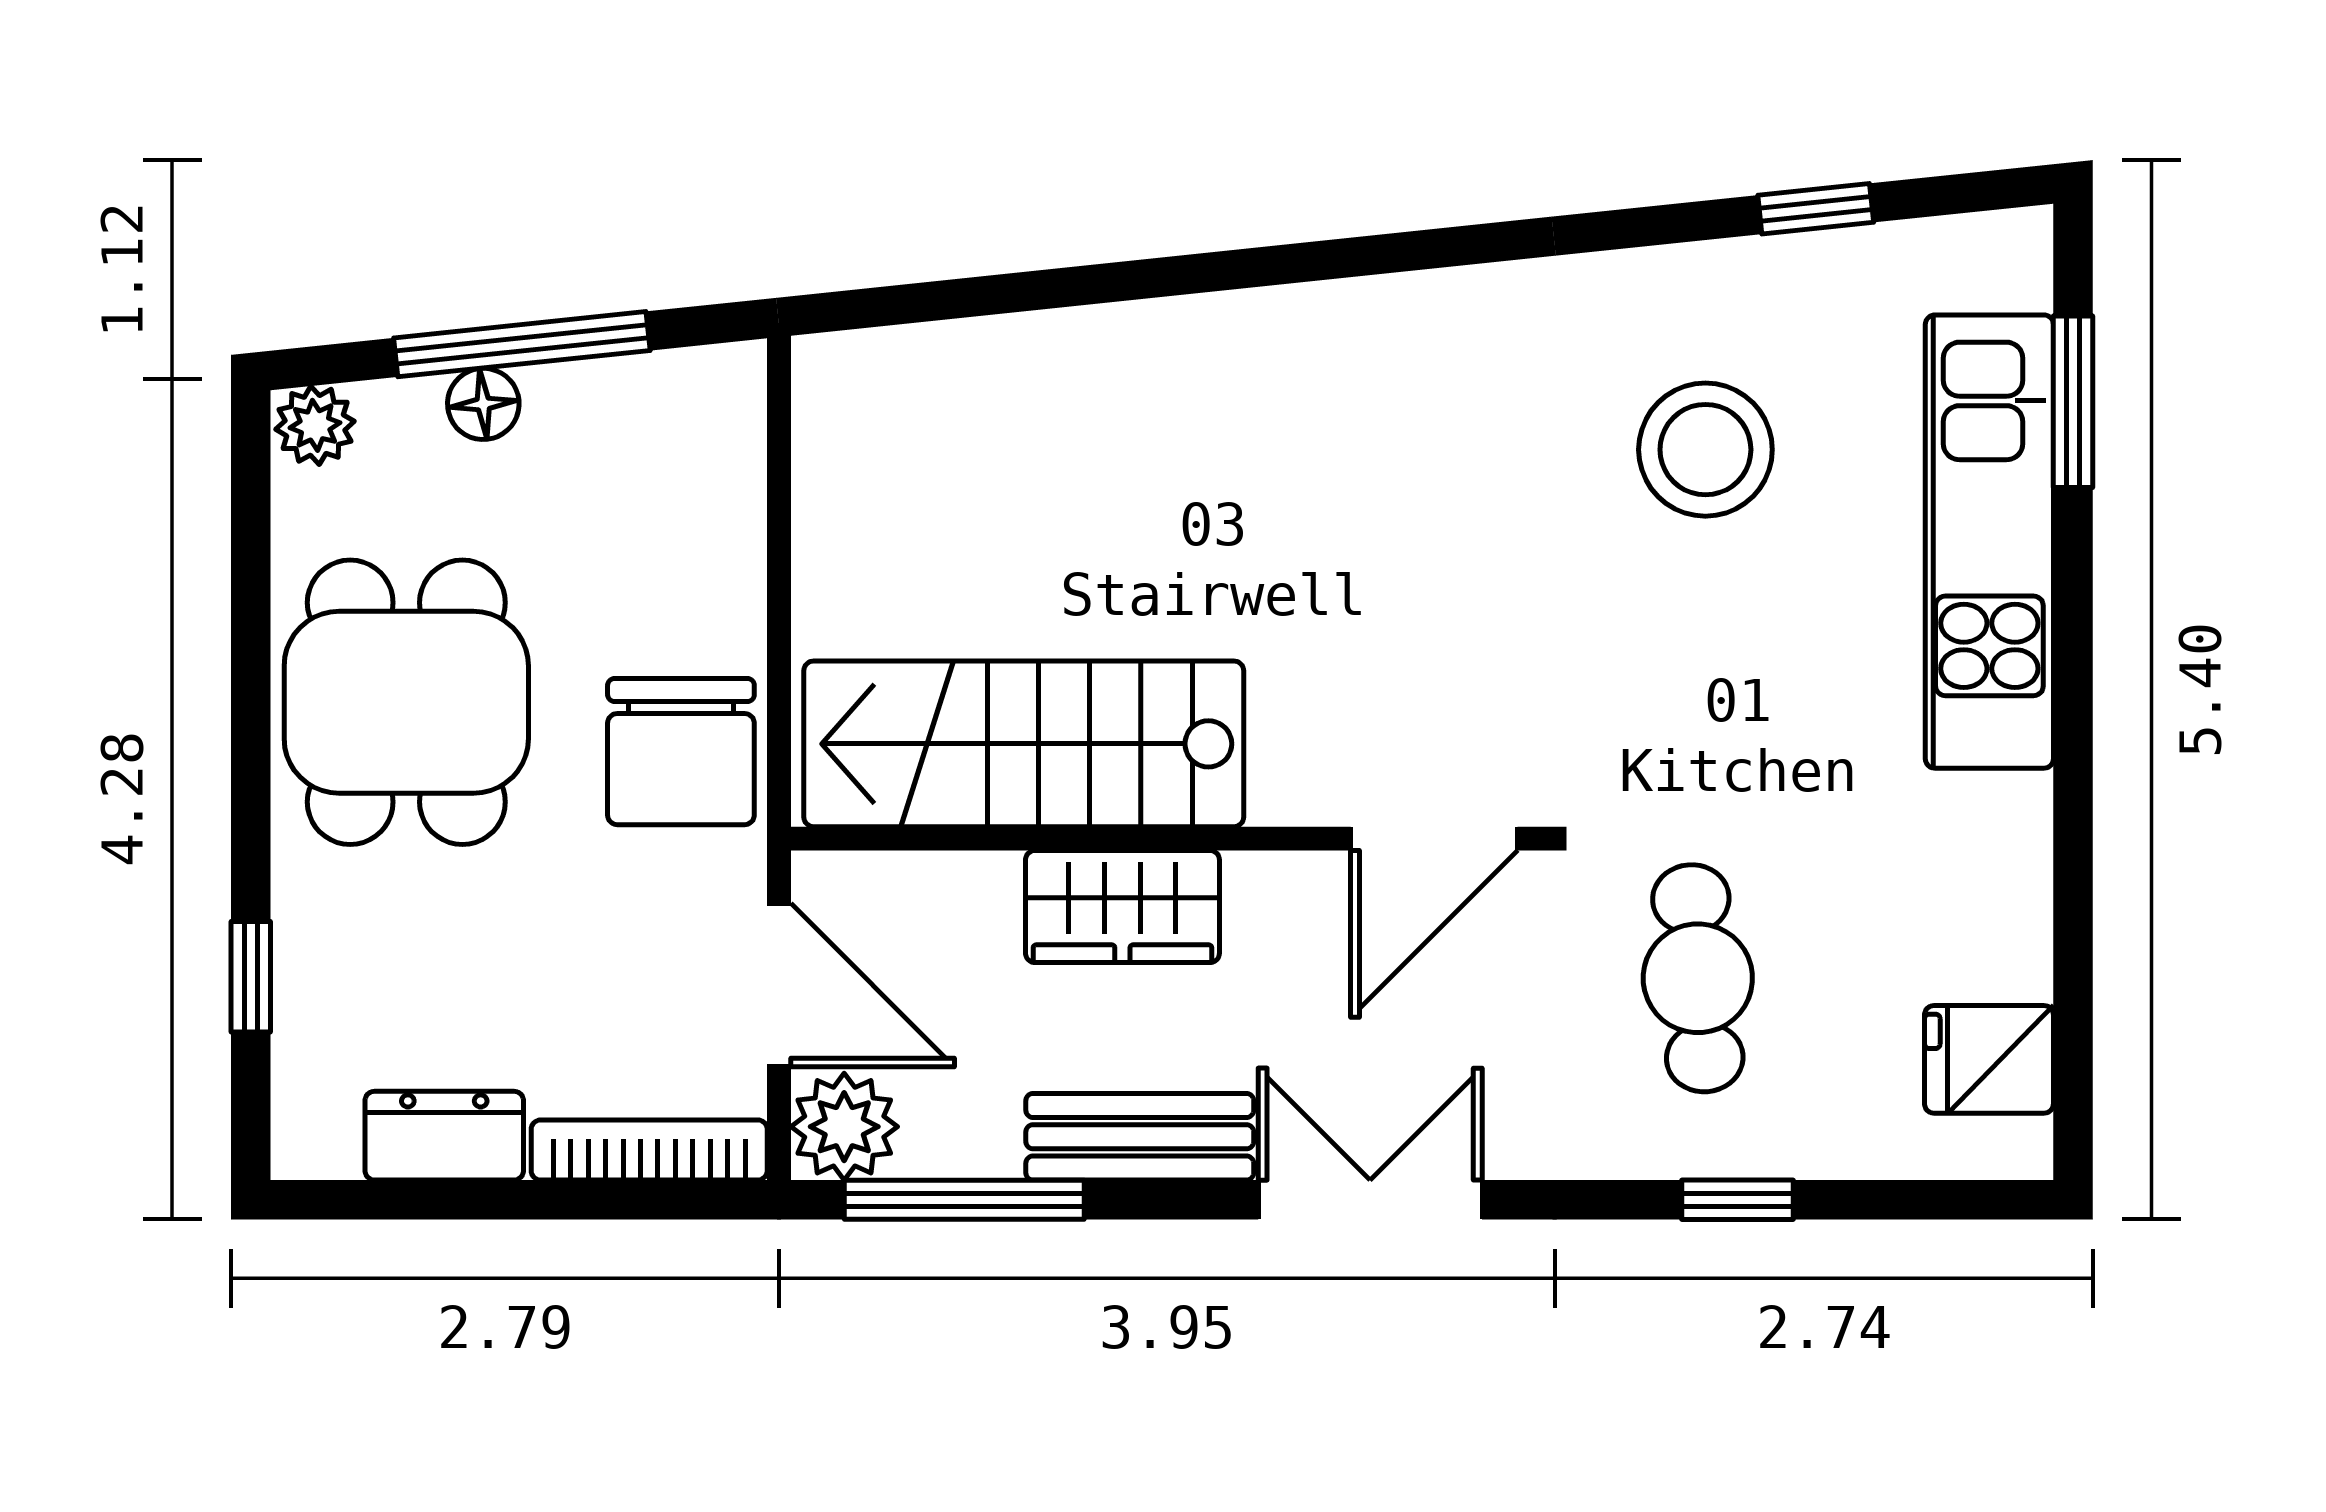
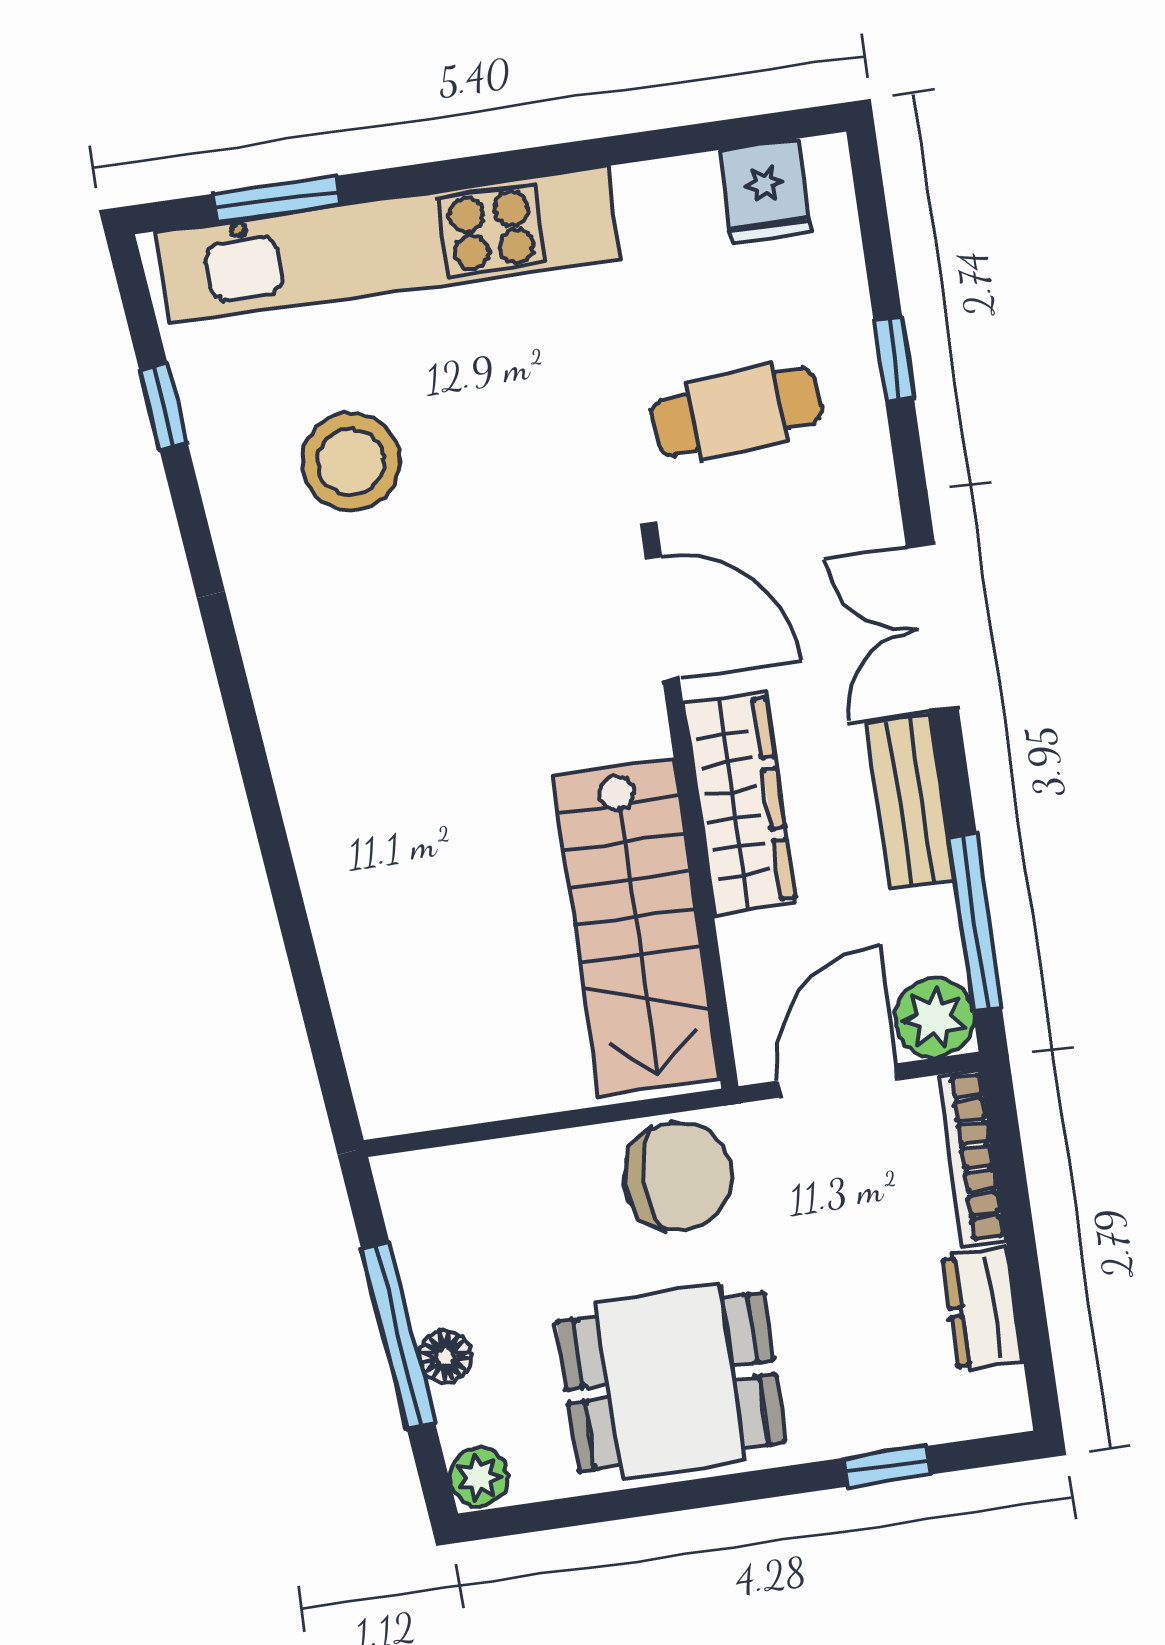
kitchen unit: (1989, 542) -> (388, 245), width x1.36
wardrobe: (1122, 907) -> (739, 803), width x1.50

